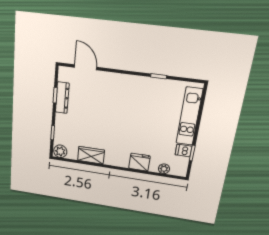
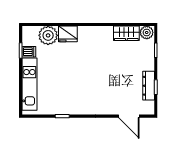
wardrobe: (91, 155) -> (126, 33), moved
plant: (164, 169) -> (48, 35), width x1.88, depth x1.88

